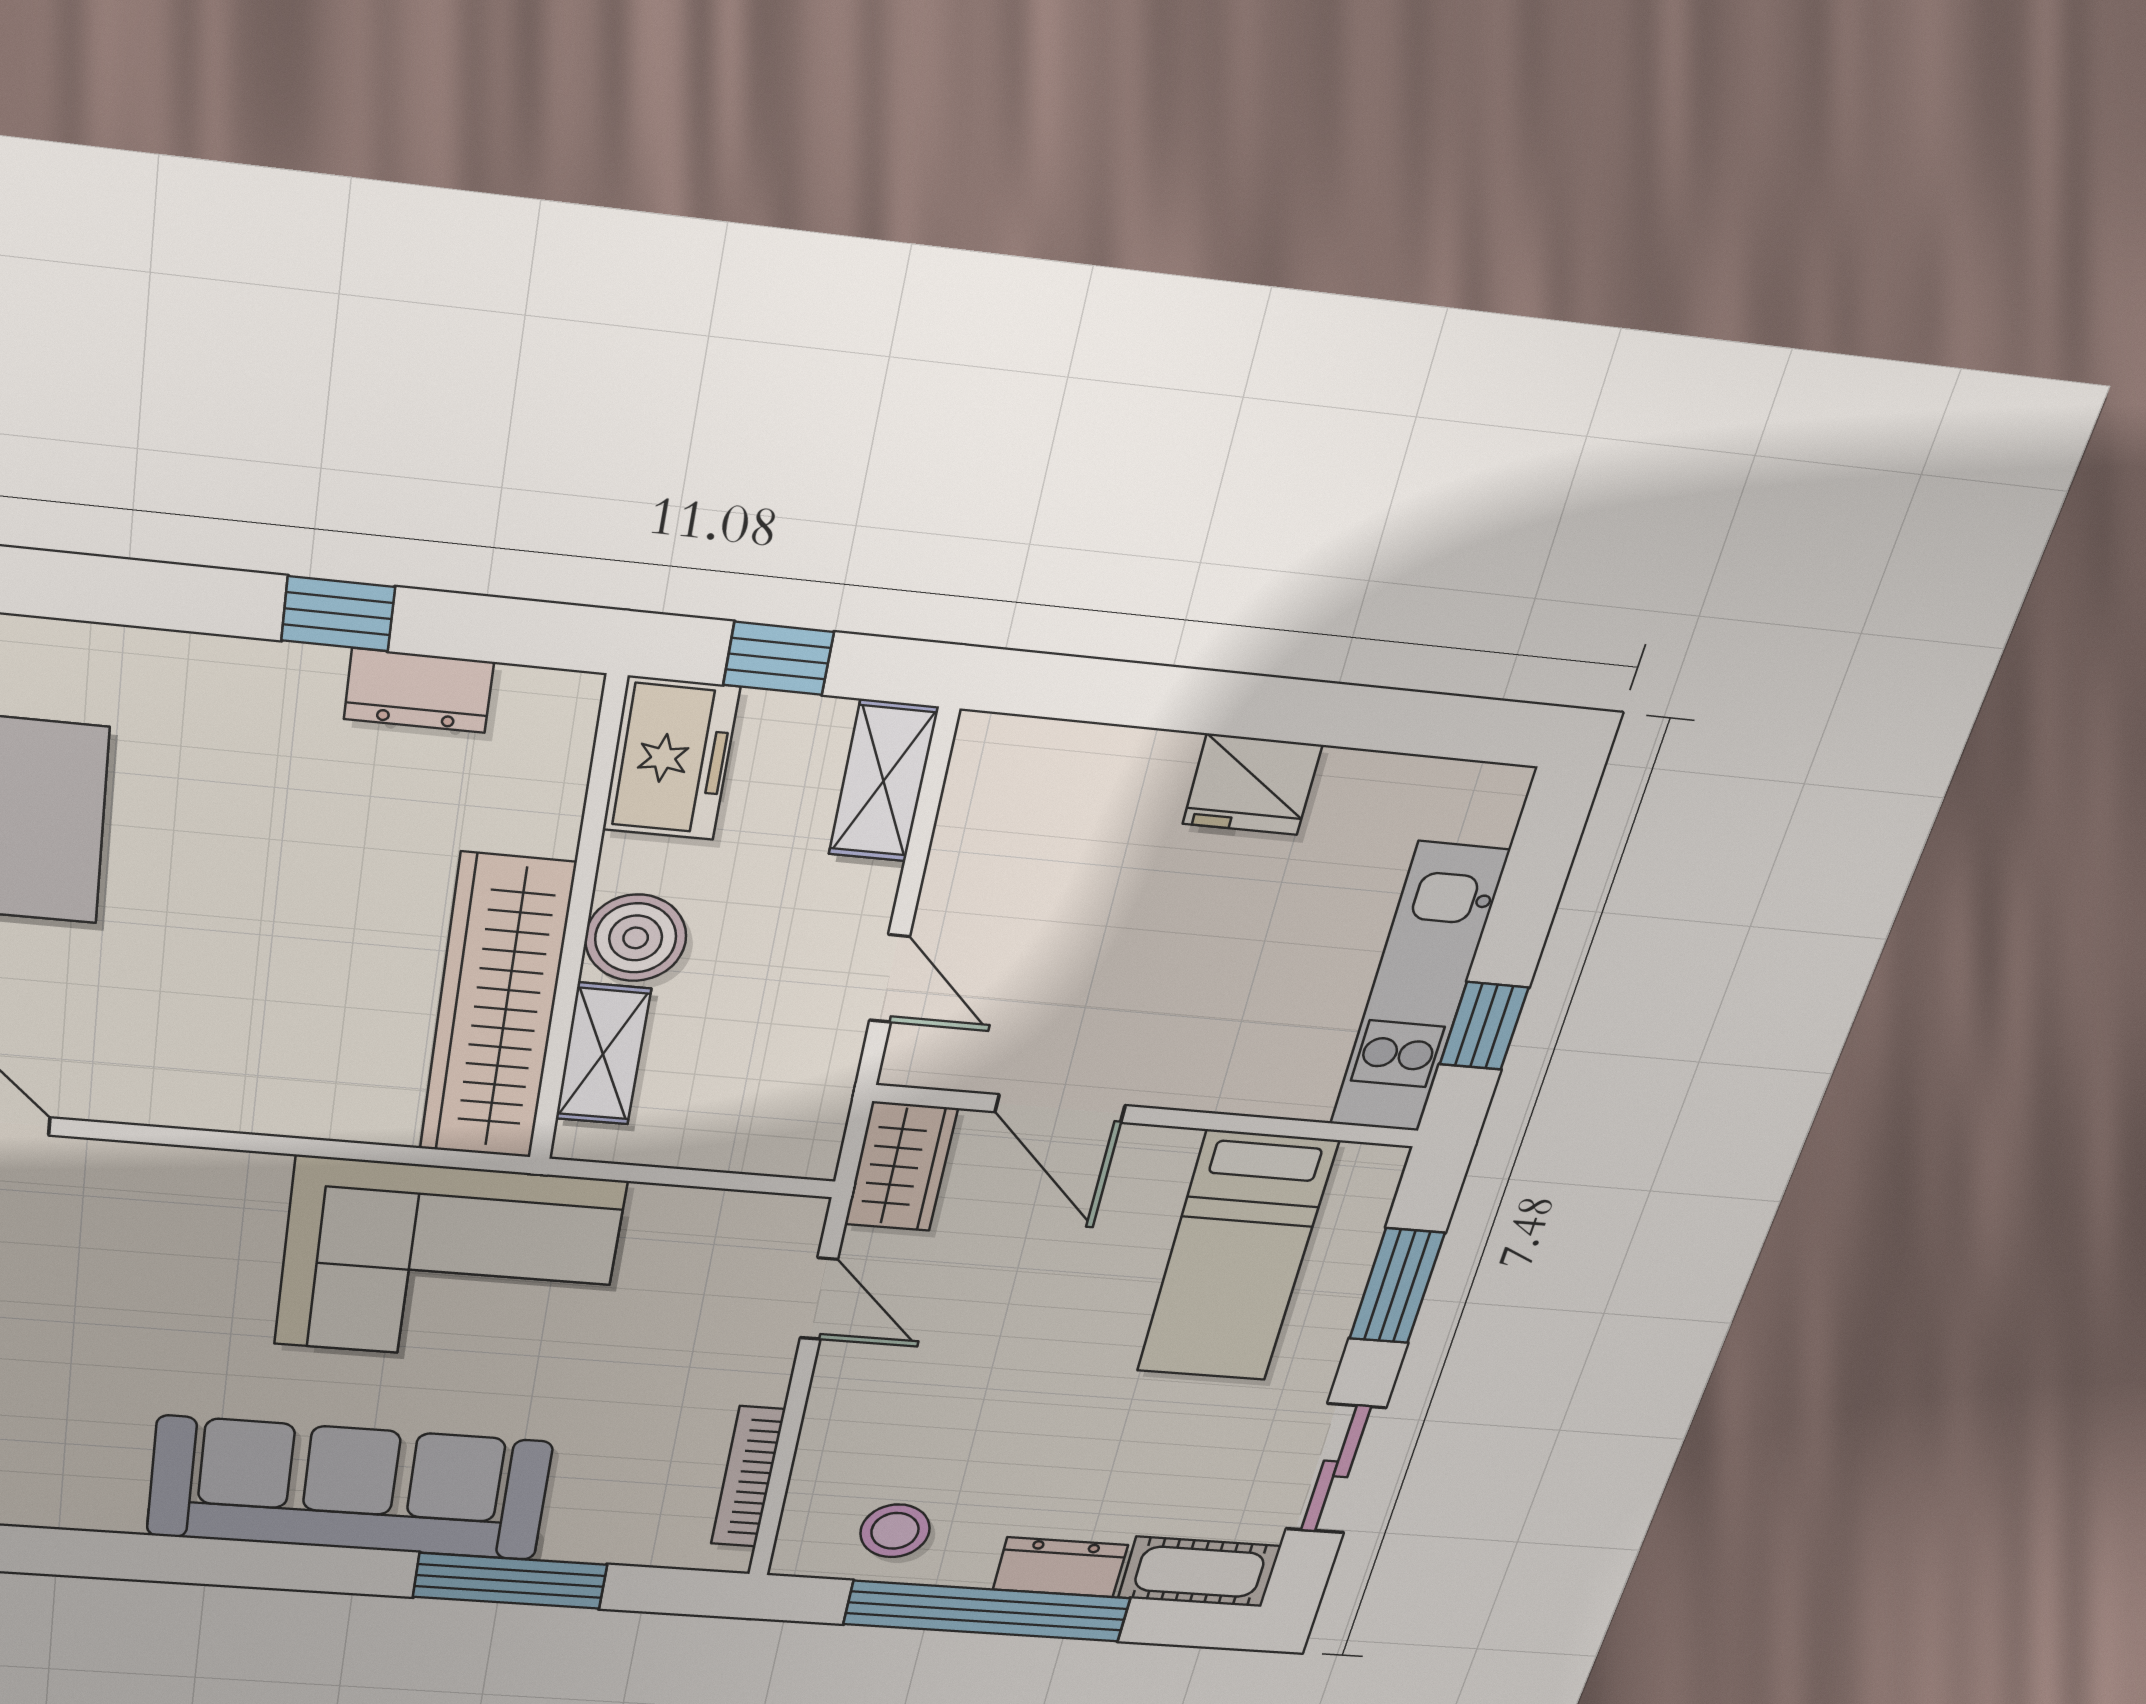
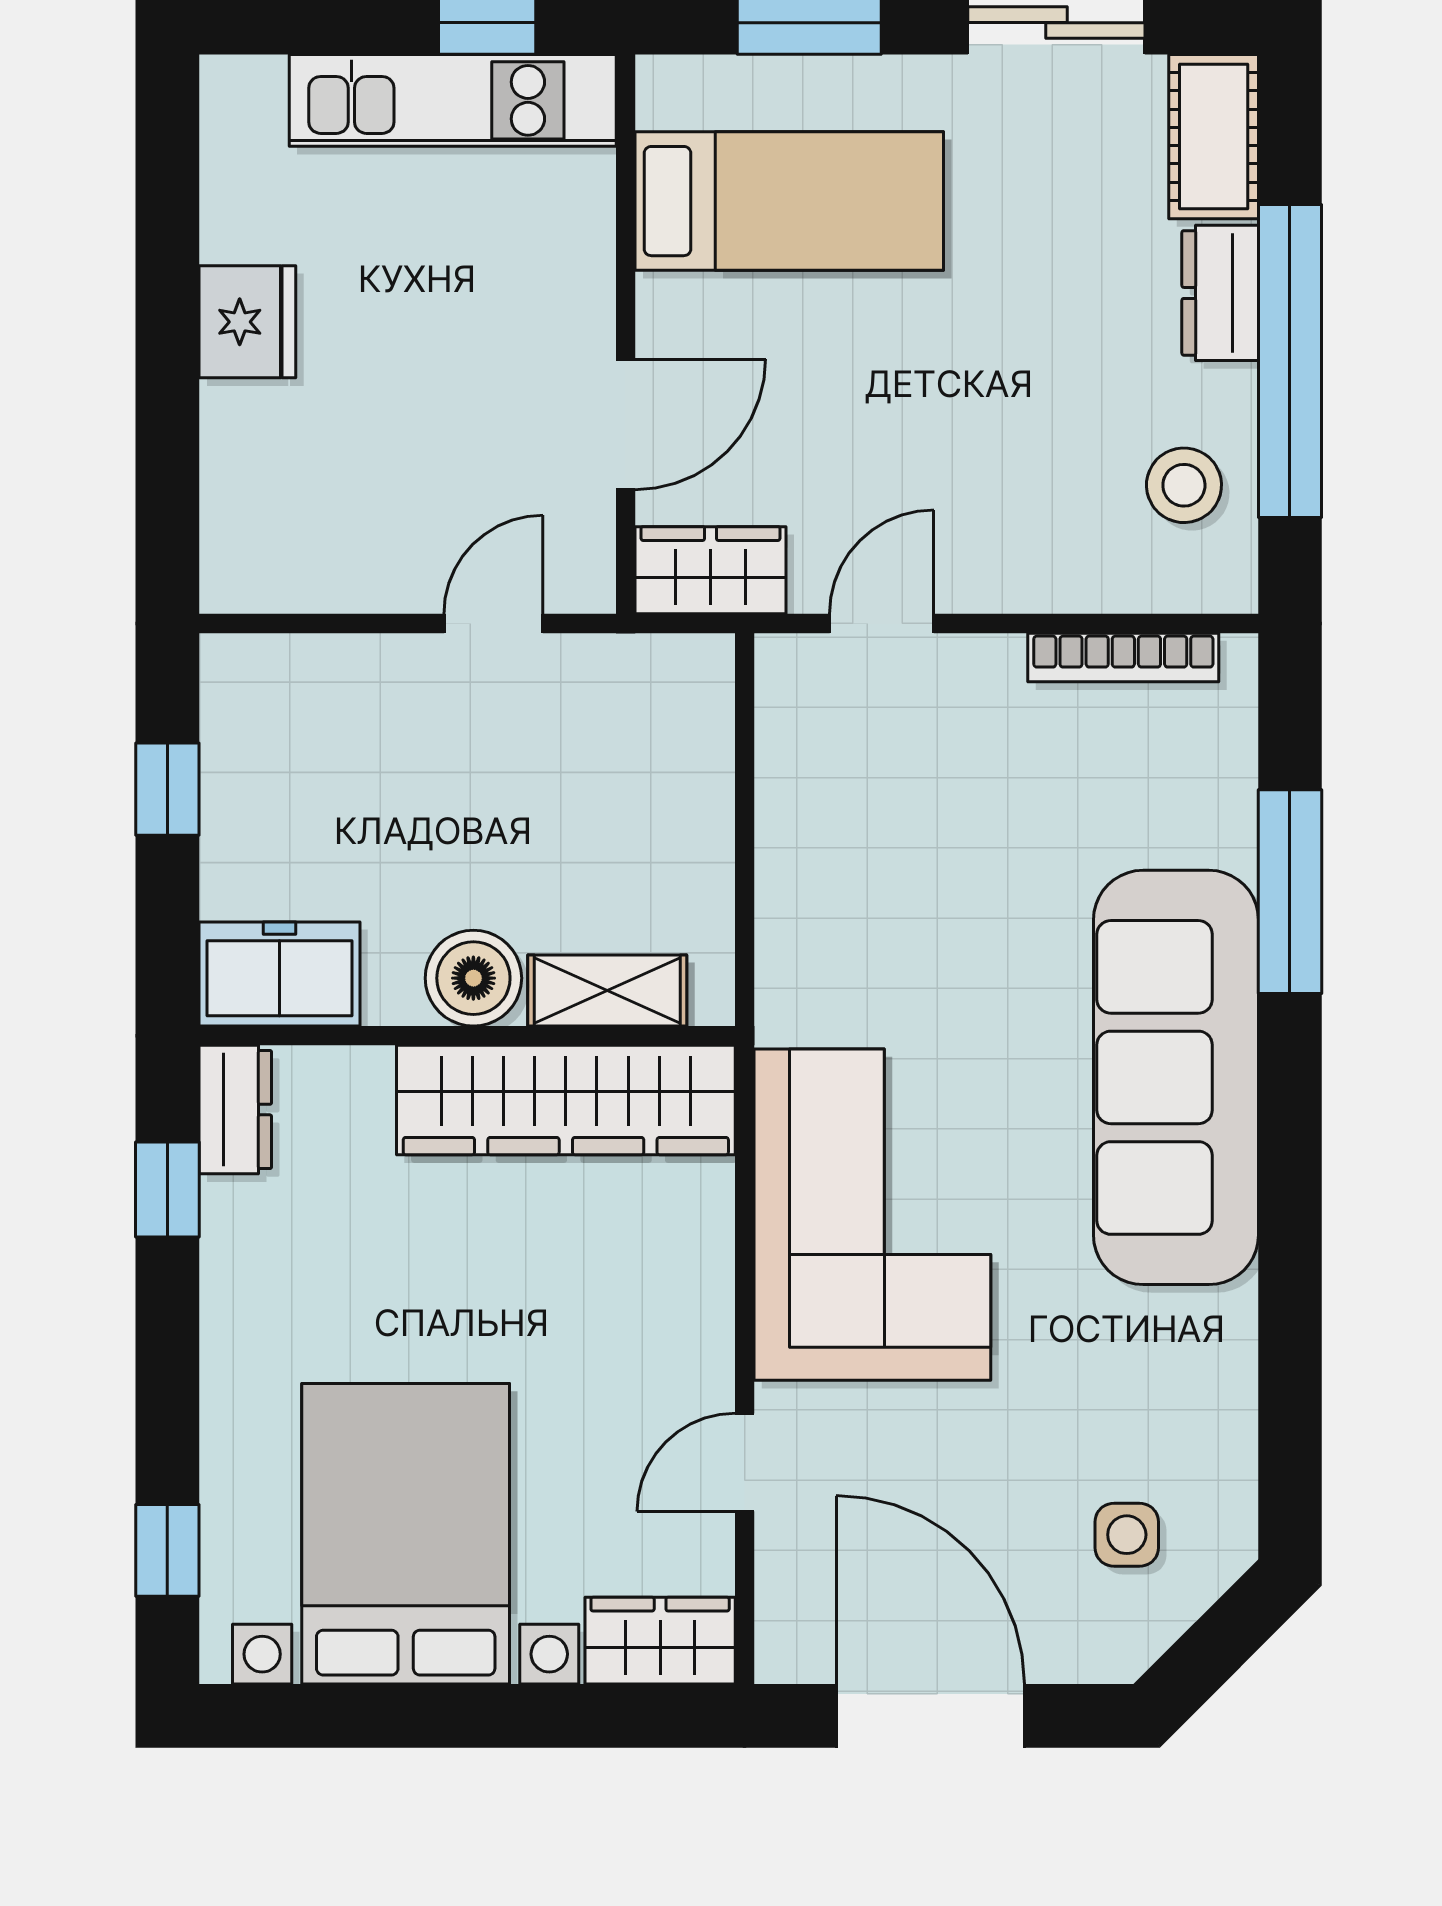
freezer: (671, 759) -> (279, 974), moved
shelving: (883, 781) -> (281, 670), removed
wall: (577, 927) -> (467, 1036), moved
boiler: (636, 938) -> (473, 978), moved
wardrobe: (497, 1009) -> (566, 1100), moved
shelving: (603, 1054) -> (607, 990), moved
corner sofa: (449, 1263) -> (872, 1215), moved

